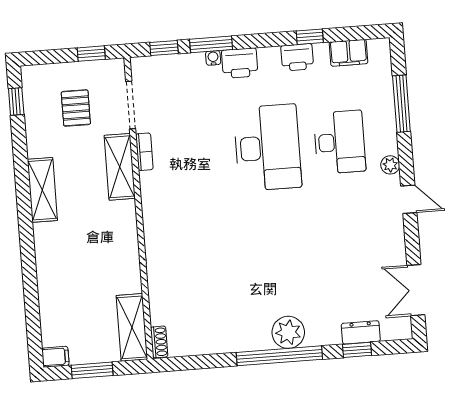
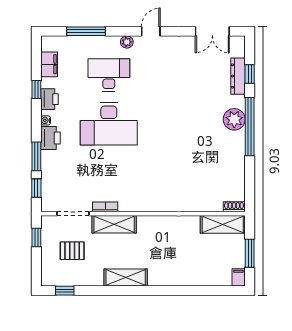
water cooler: (213, 58) -> (46, 120), moved
desk: (267, 148) -> (109, 124), turned 180
dresser: (361, 332) -> (238, 76), width x1.44

